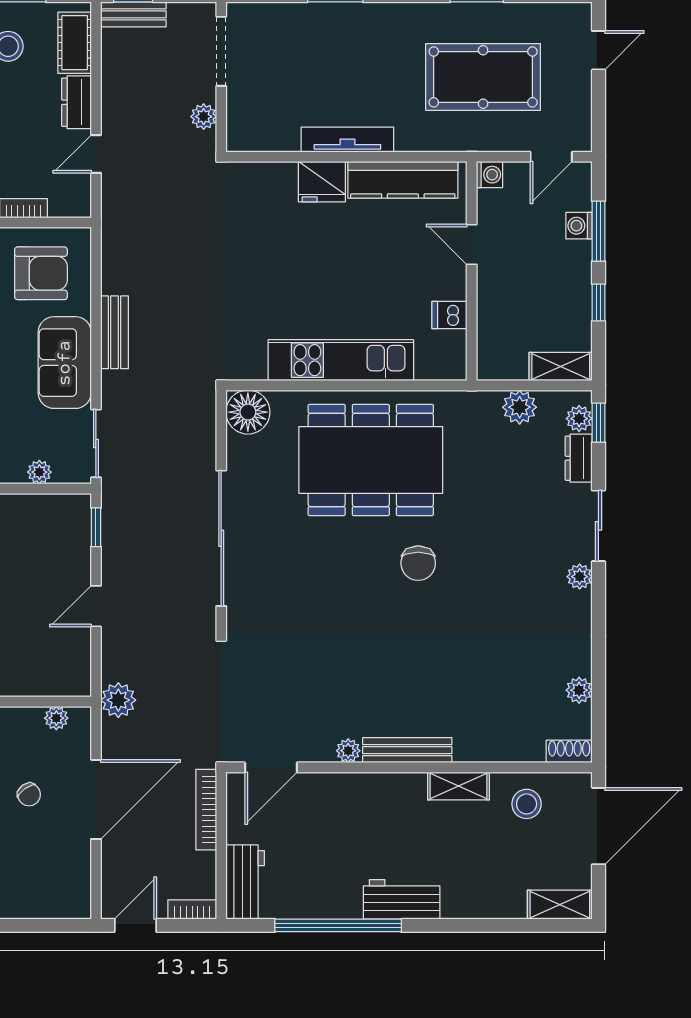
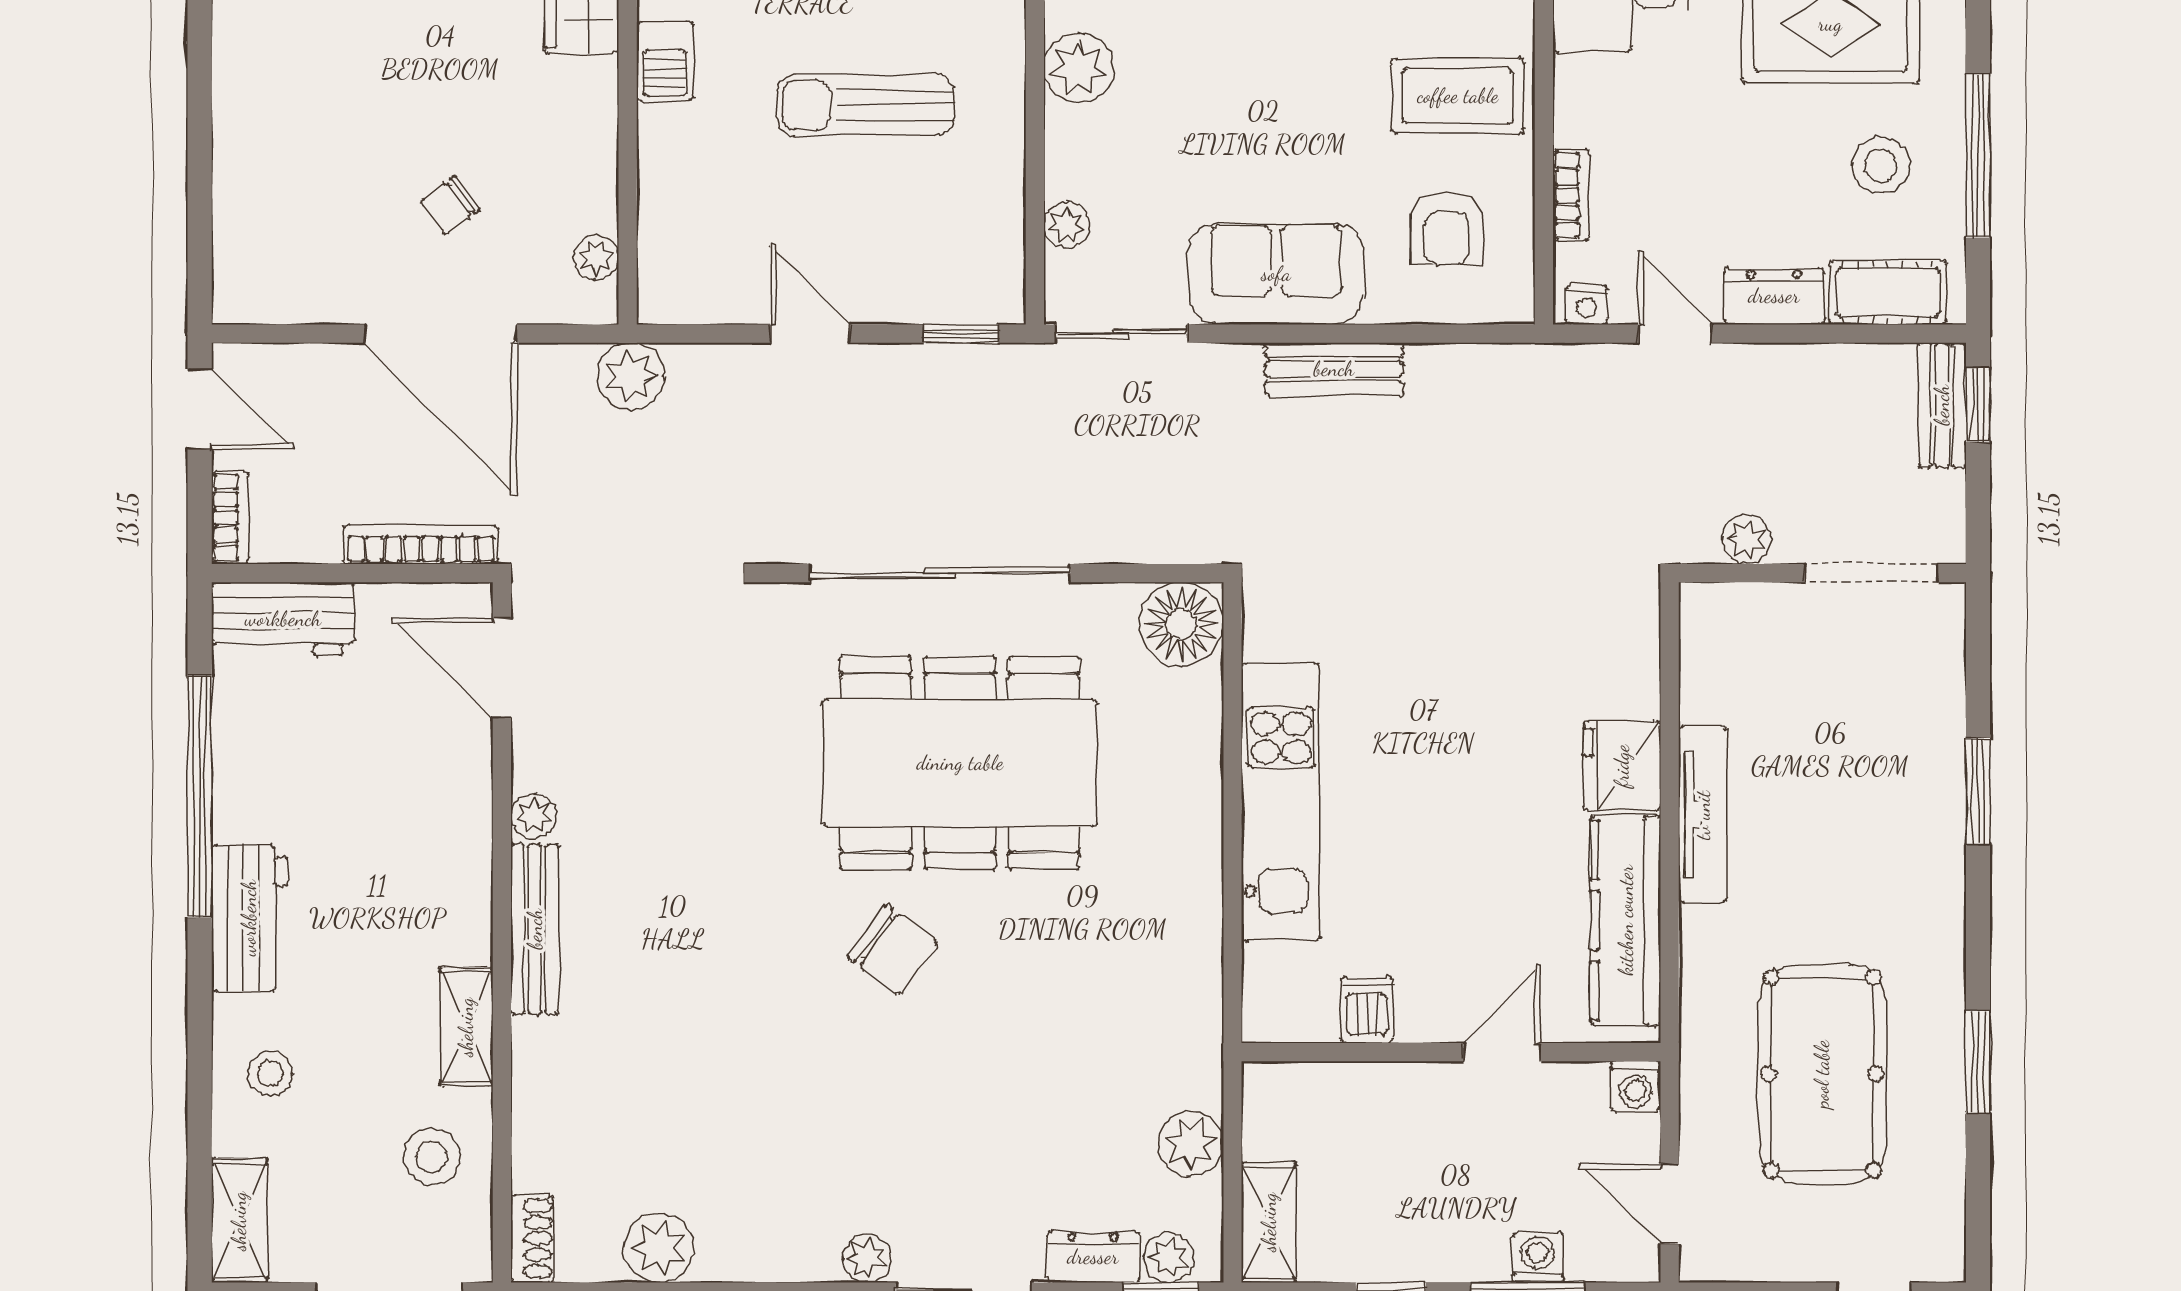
nightstand: (81, 200) -> (1586, 305), added
armchair: (41, 273) -> (1447, 228), width x0.72, depth x0.72
dining table: (371, 460) -> (960, 763), moved, turned 90
chair: (418, 563) -> (892, 950), turned -144
plant: (579, 690) -> (659, 1248), width x1.38, depth x1.38
stool: (483, 888) -> (270, 1073), added

